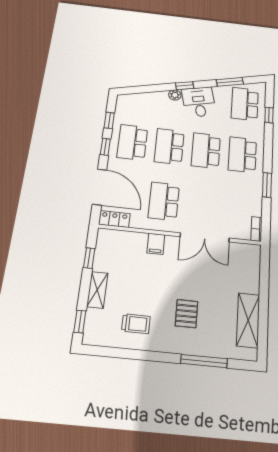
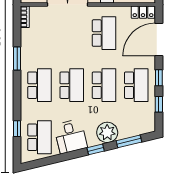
window: (230, 82) -> (129, 141), moved
plant: (175, 95) -> (107, 132), width x1.88, depth x1.88
desk: (199, 102) -> (71, 136), moved
door: (100, 187) -> (159, 40), hinge flipped

